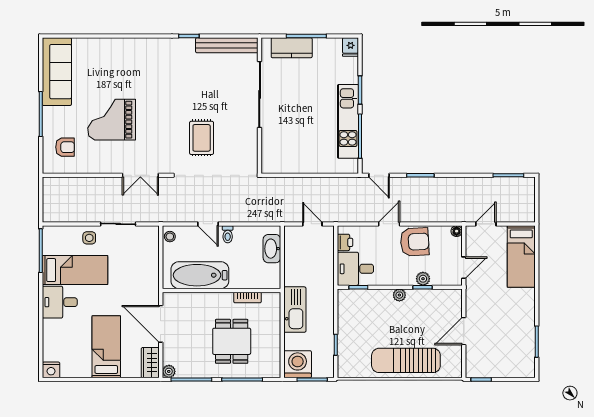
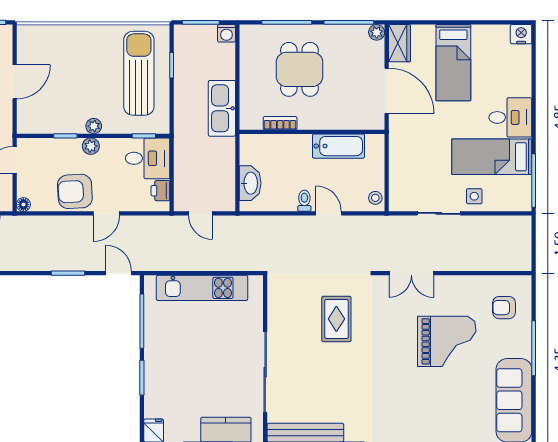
kitchen unit: (348, 121) -> (202, 288), moved, turned 90
double door: (140, 175) -> (411, 273), swing flipped
bathtub: (200, 275) -> (338, 146), width x0.73, depth x0.73
plant: (423, 279) -> (91, 146), moved
sun lounger: (406, 360) -> (139, 73), moved, turned -90
washing machine: (298, 364) -> (226, 33), width x0.53, depth x0.53

